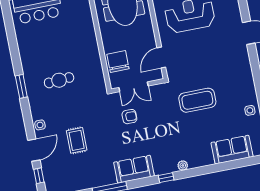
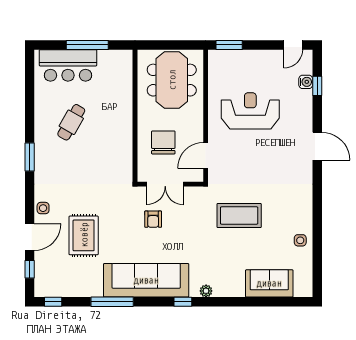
chair: (118, 62) -> (163, 142), moved
cafe table: (59, 80) -> (71, 122), moved, turned -56
armchair: (129, 117) -> (153, 219), turned 90
rug: (77, 140) -> (84, 235), width x1.36, depth x1.43
sofa: (134, 169) -> (146, 280), width x1.85, depth x1.27

